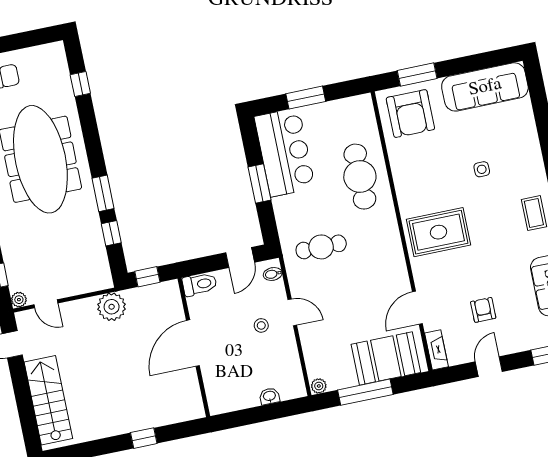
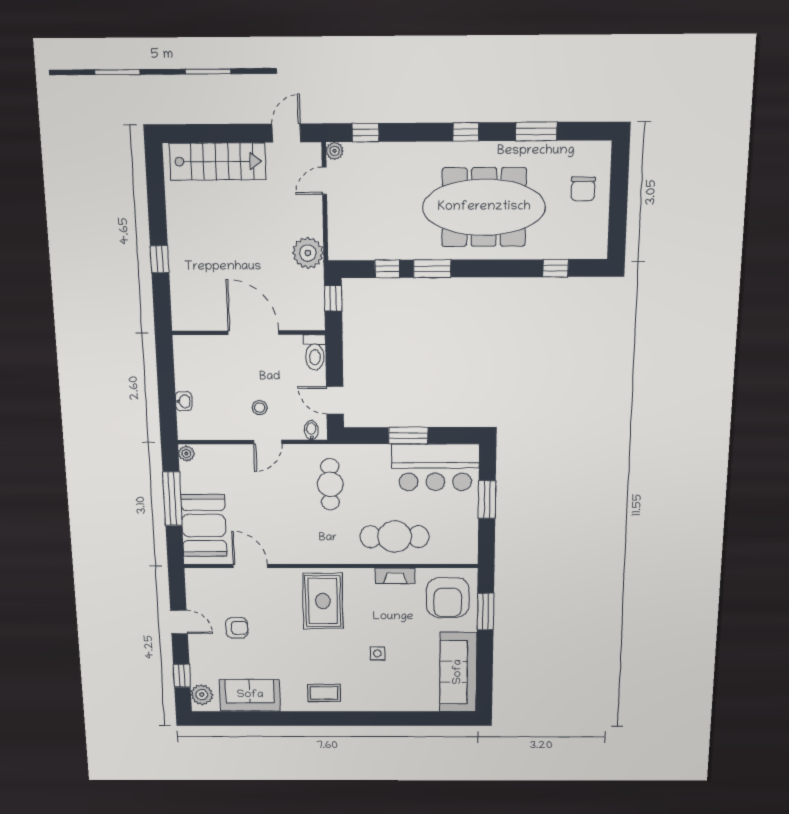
armchair: (410, 114) -> (448, 598), turned -90
fireplace: (436, 350) -> (395, 576), moved

